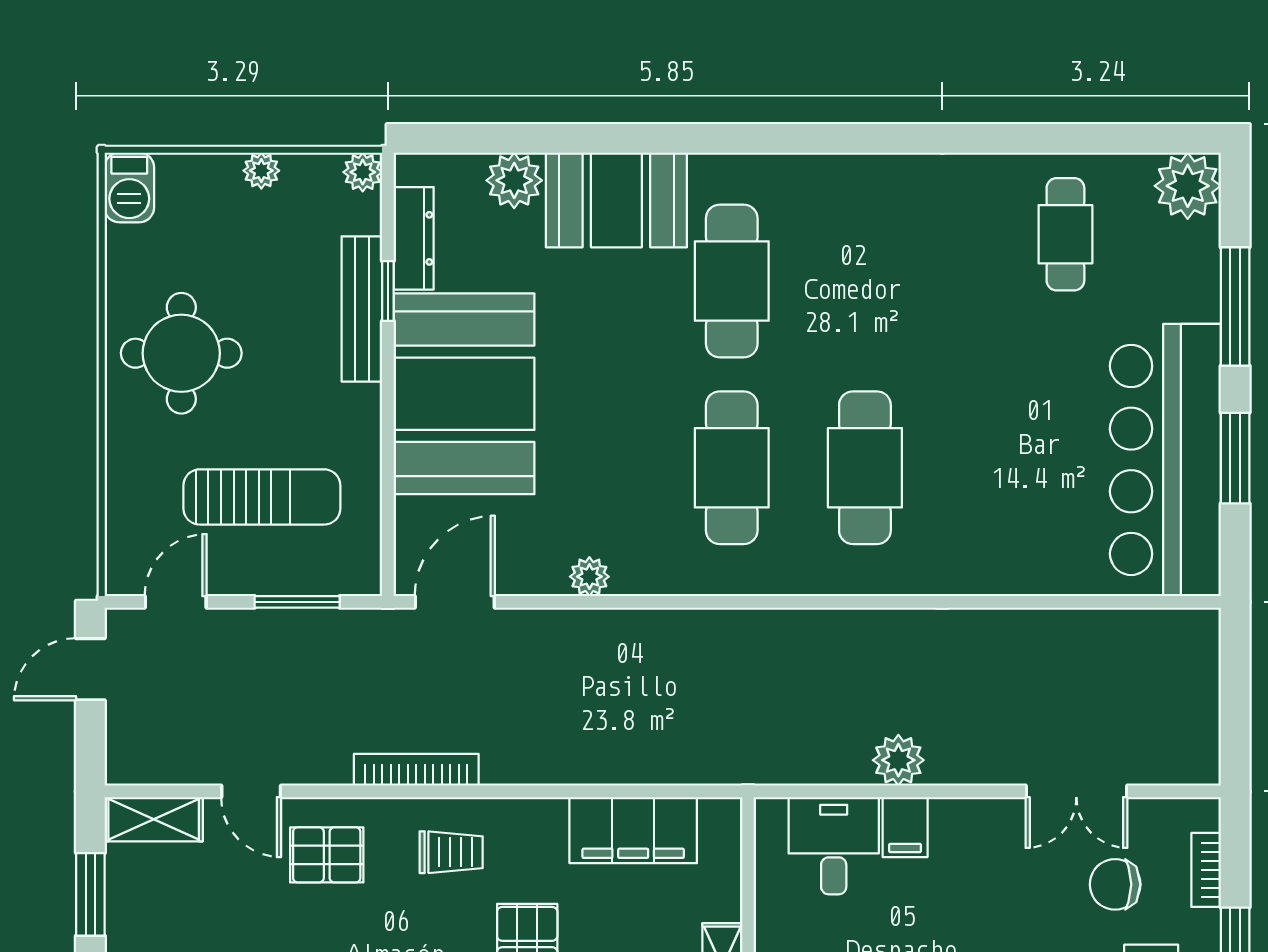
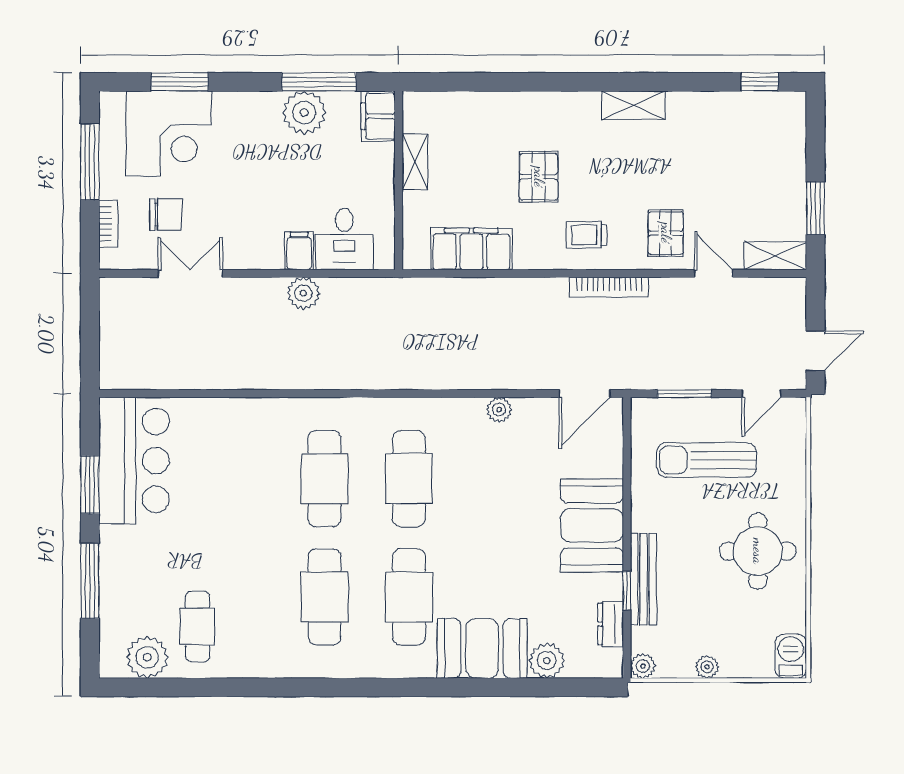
plant: (1188, 186) -> (147, 657), moved
dresser: (414, 238) -> (611, 624), width x0.70
cafe table: (865, 281) -> (325, 597), added
booth: (464, 394) -> (592, 525), width x0.73, depth x0.70
bar counter: (1165, 460) -> (134, 460), width x0.73
pallet: (327, 855) -> (666, 233), turned 90

